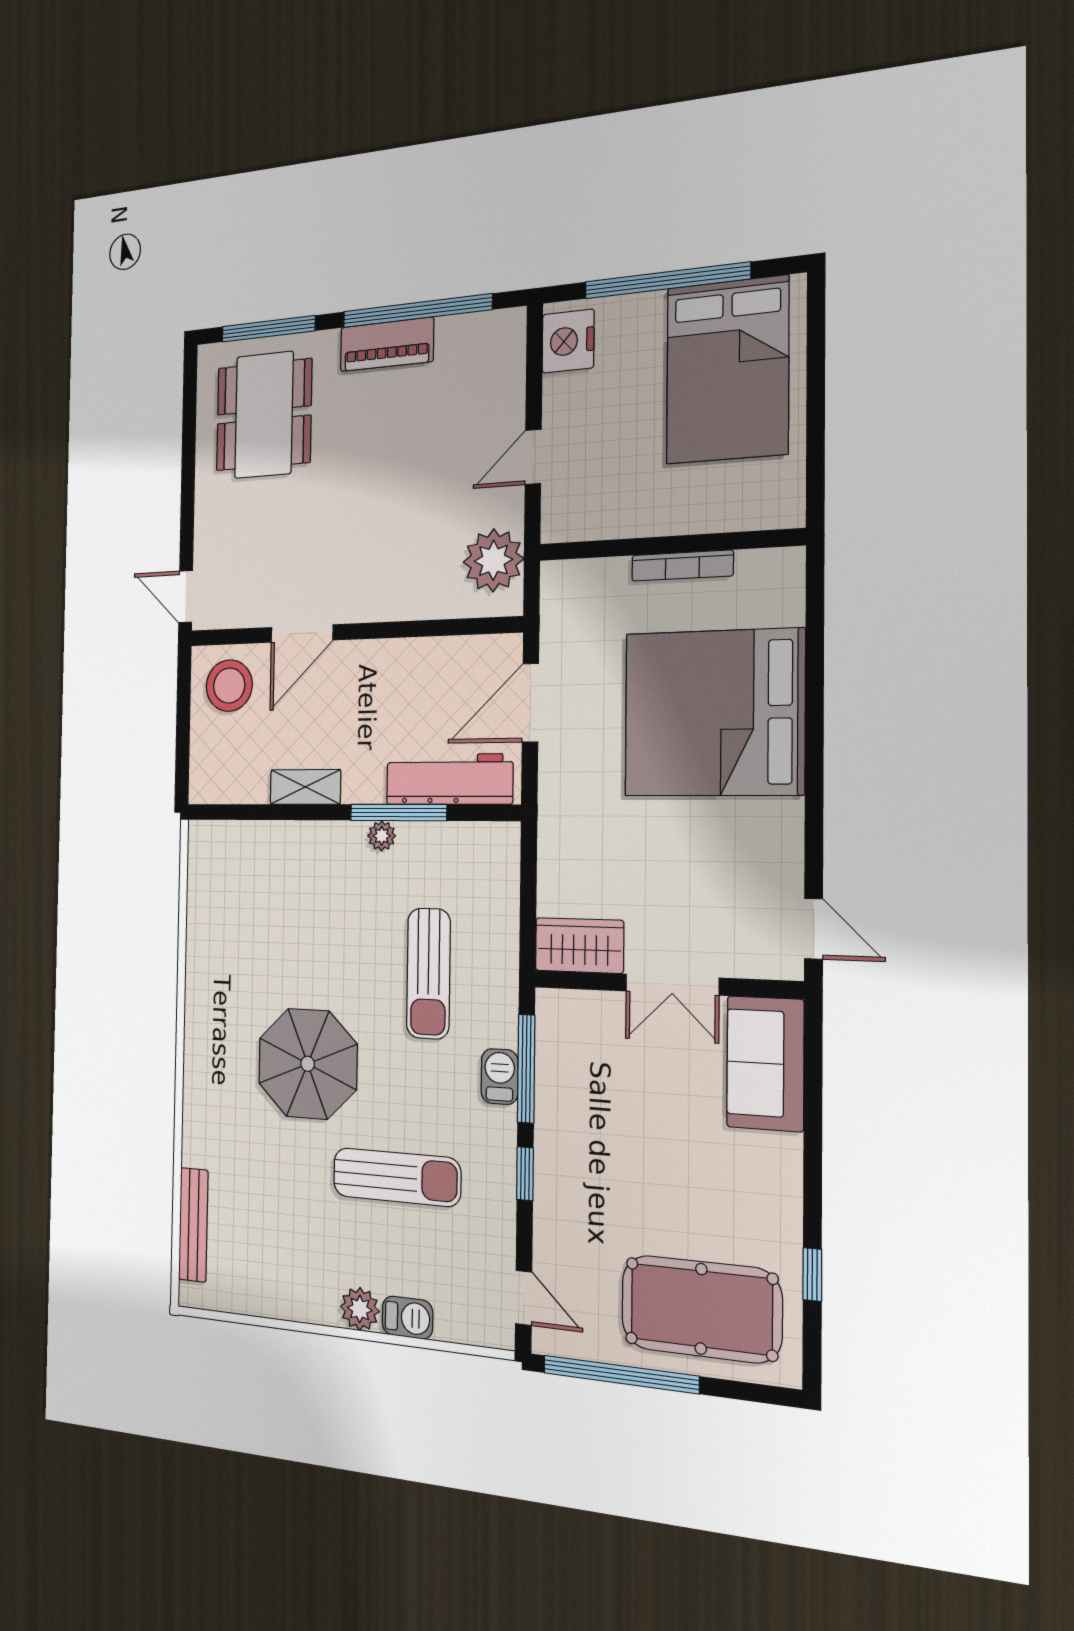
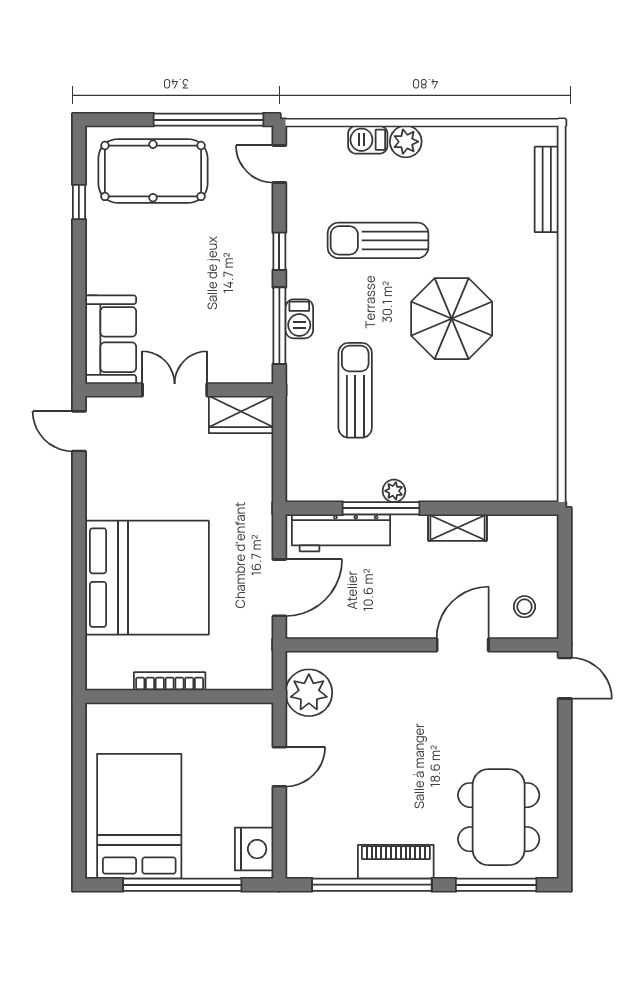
stool: (229, 686) -> (524, 607), width x0.53, depth x0.53

